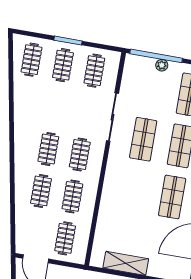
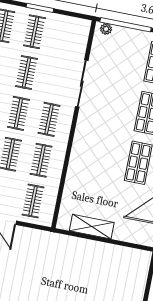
plant: (162, 65) -> (106, 29), moved
clothes rail: (94, 71) -> (26, 73), moved
shop shelf: (143, 139) -> (111, 106), removed

